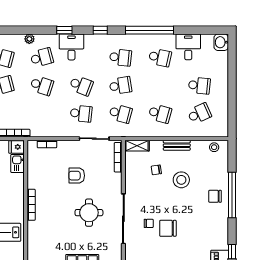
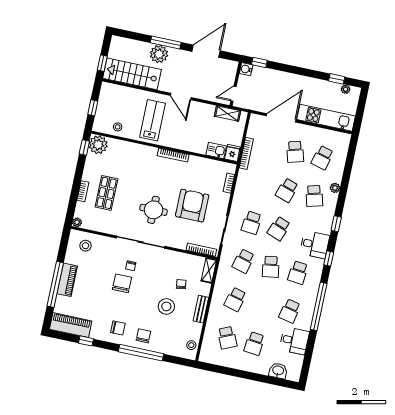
washbasin: (221, 42) -> (278, 371), moved
desk: (71, 47) -> (315, 245), moved
armchair: (77, 176) -> (192, 206), width x1.88, depth x1.88
chair: (213, 223) -> (118, 328), added

